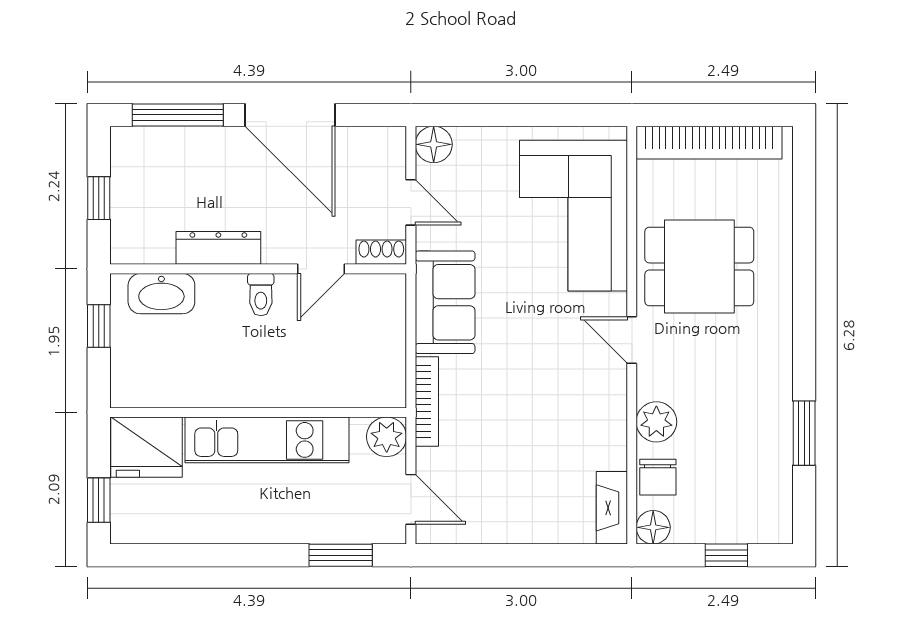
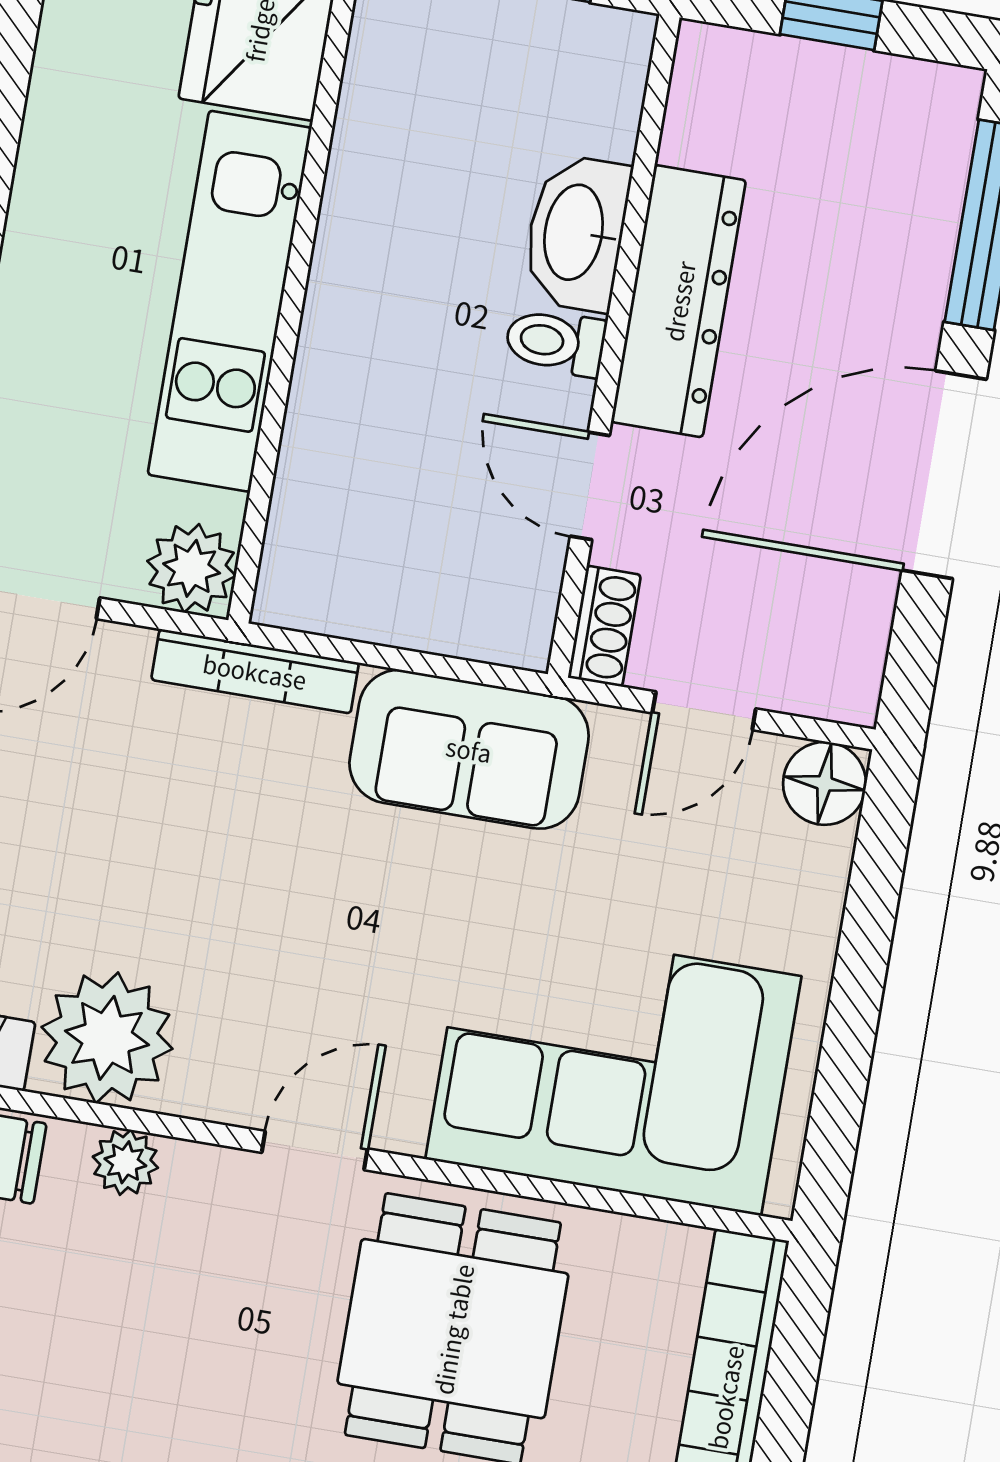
dresser: (218, 248) -> (679, 301), width x1.37, depth x1.24
washbasin: (161, 294) -> (576, 233), moved
plant: (656, 422) -> (125, 1162), width x0.73, depth x0.73
plant: (598, 439) -> (107, 1038), added

